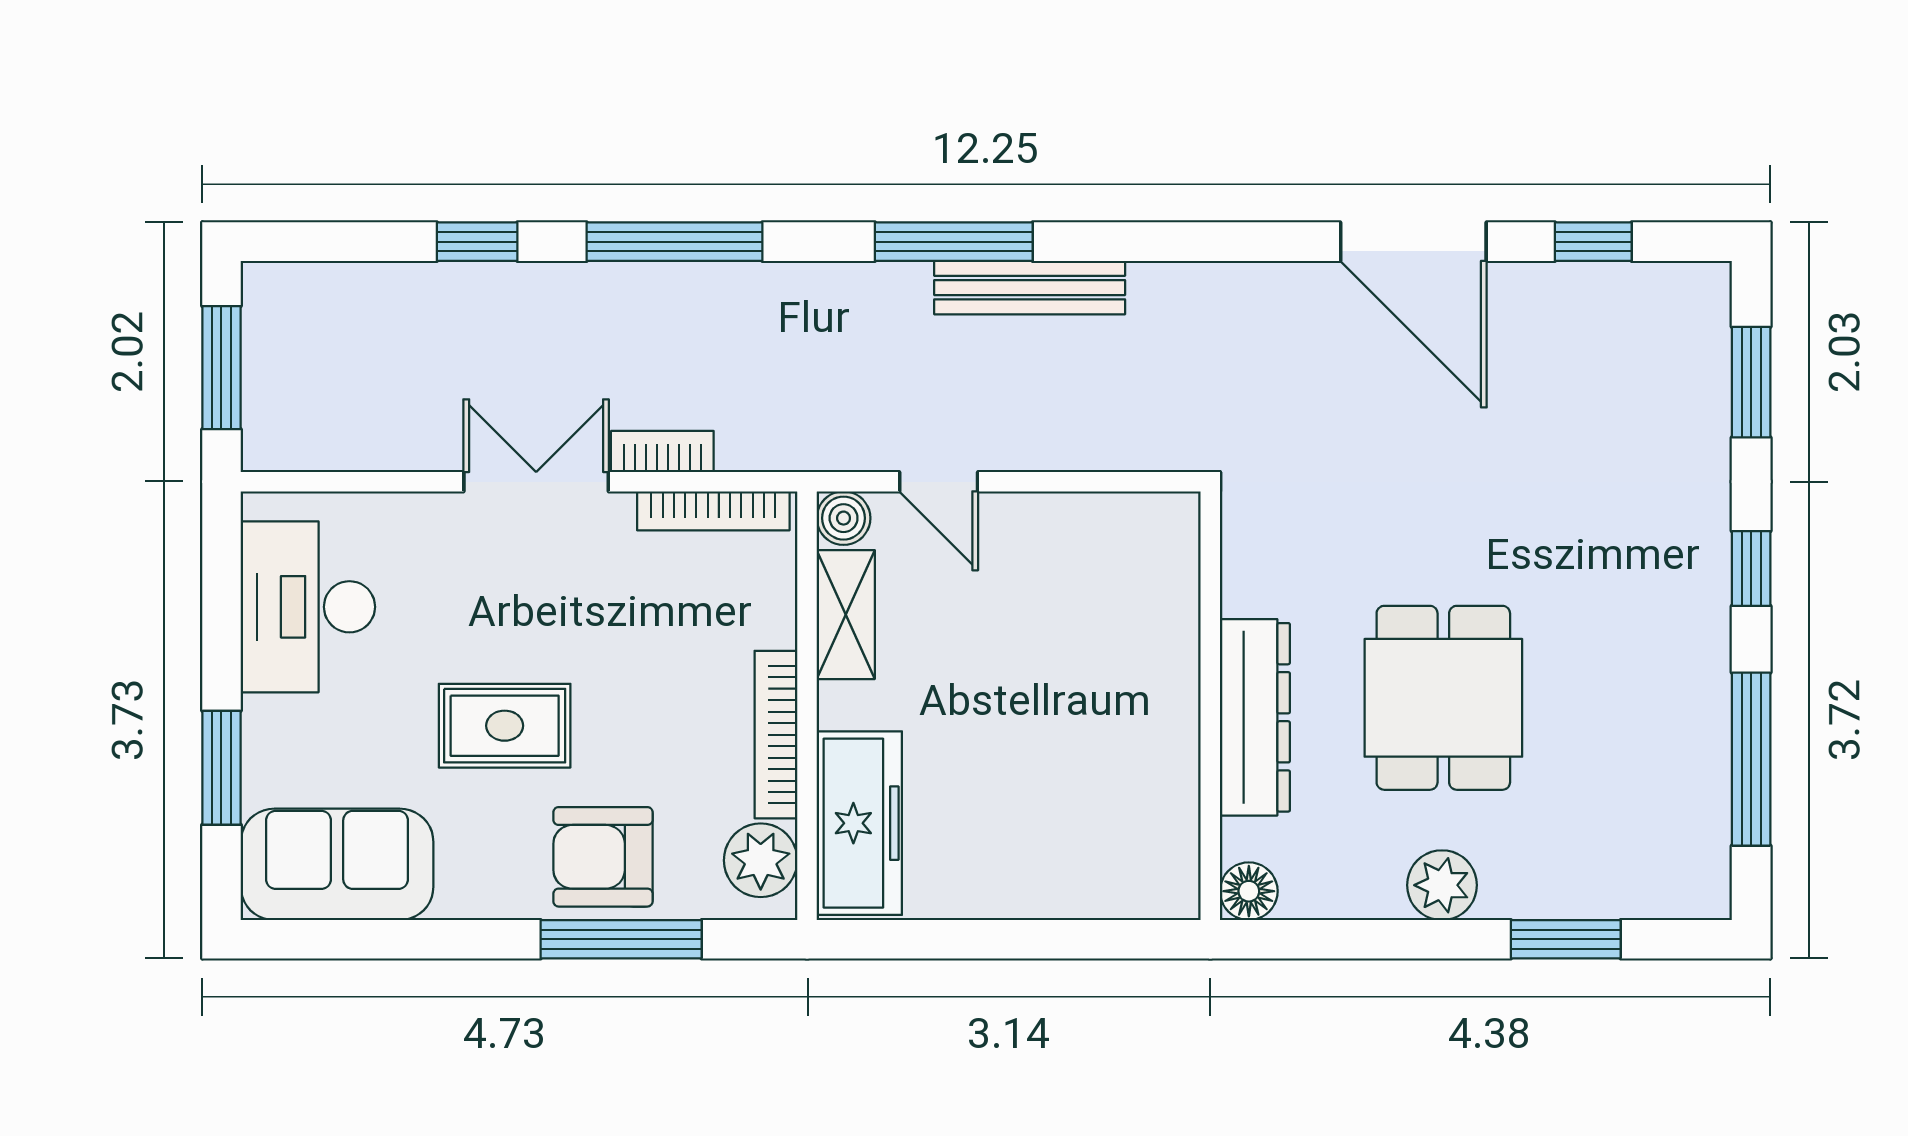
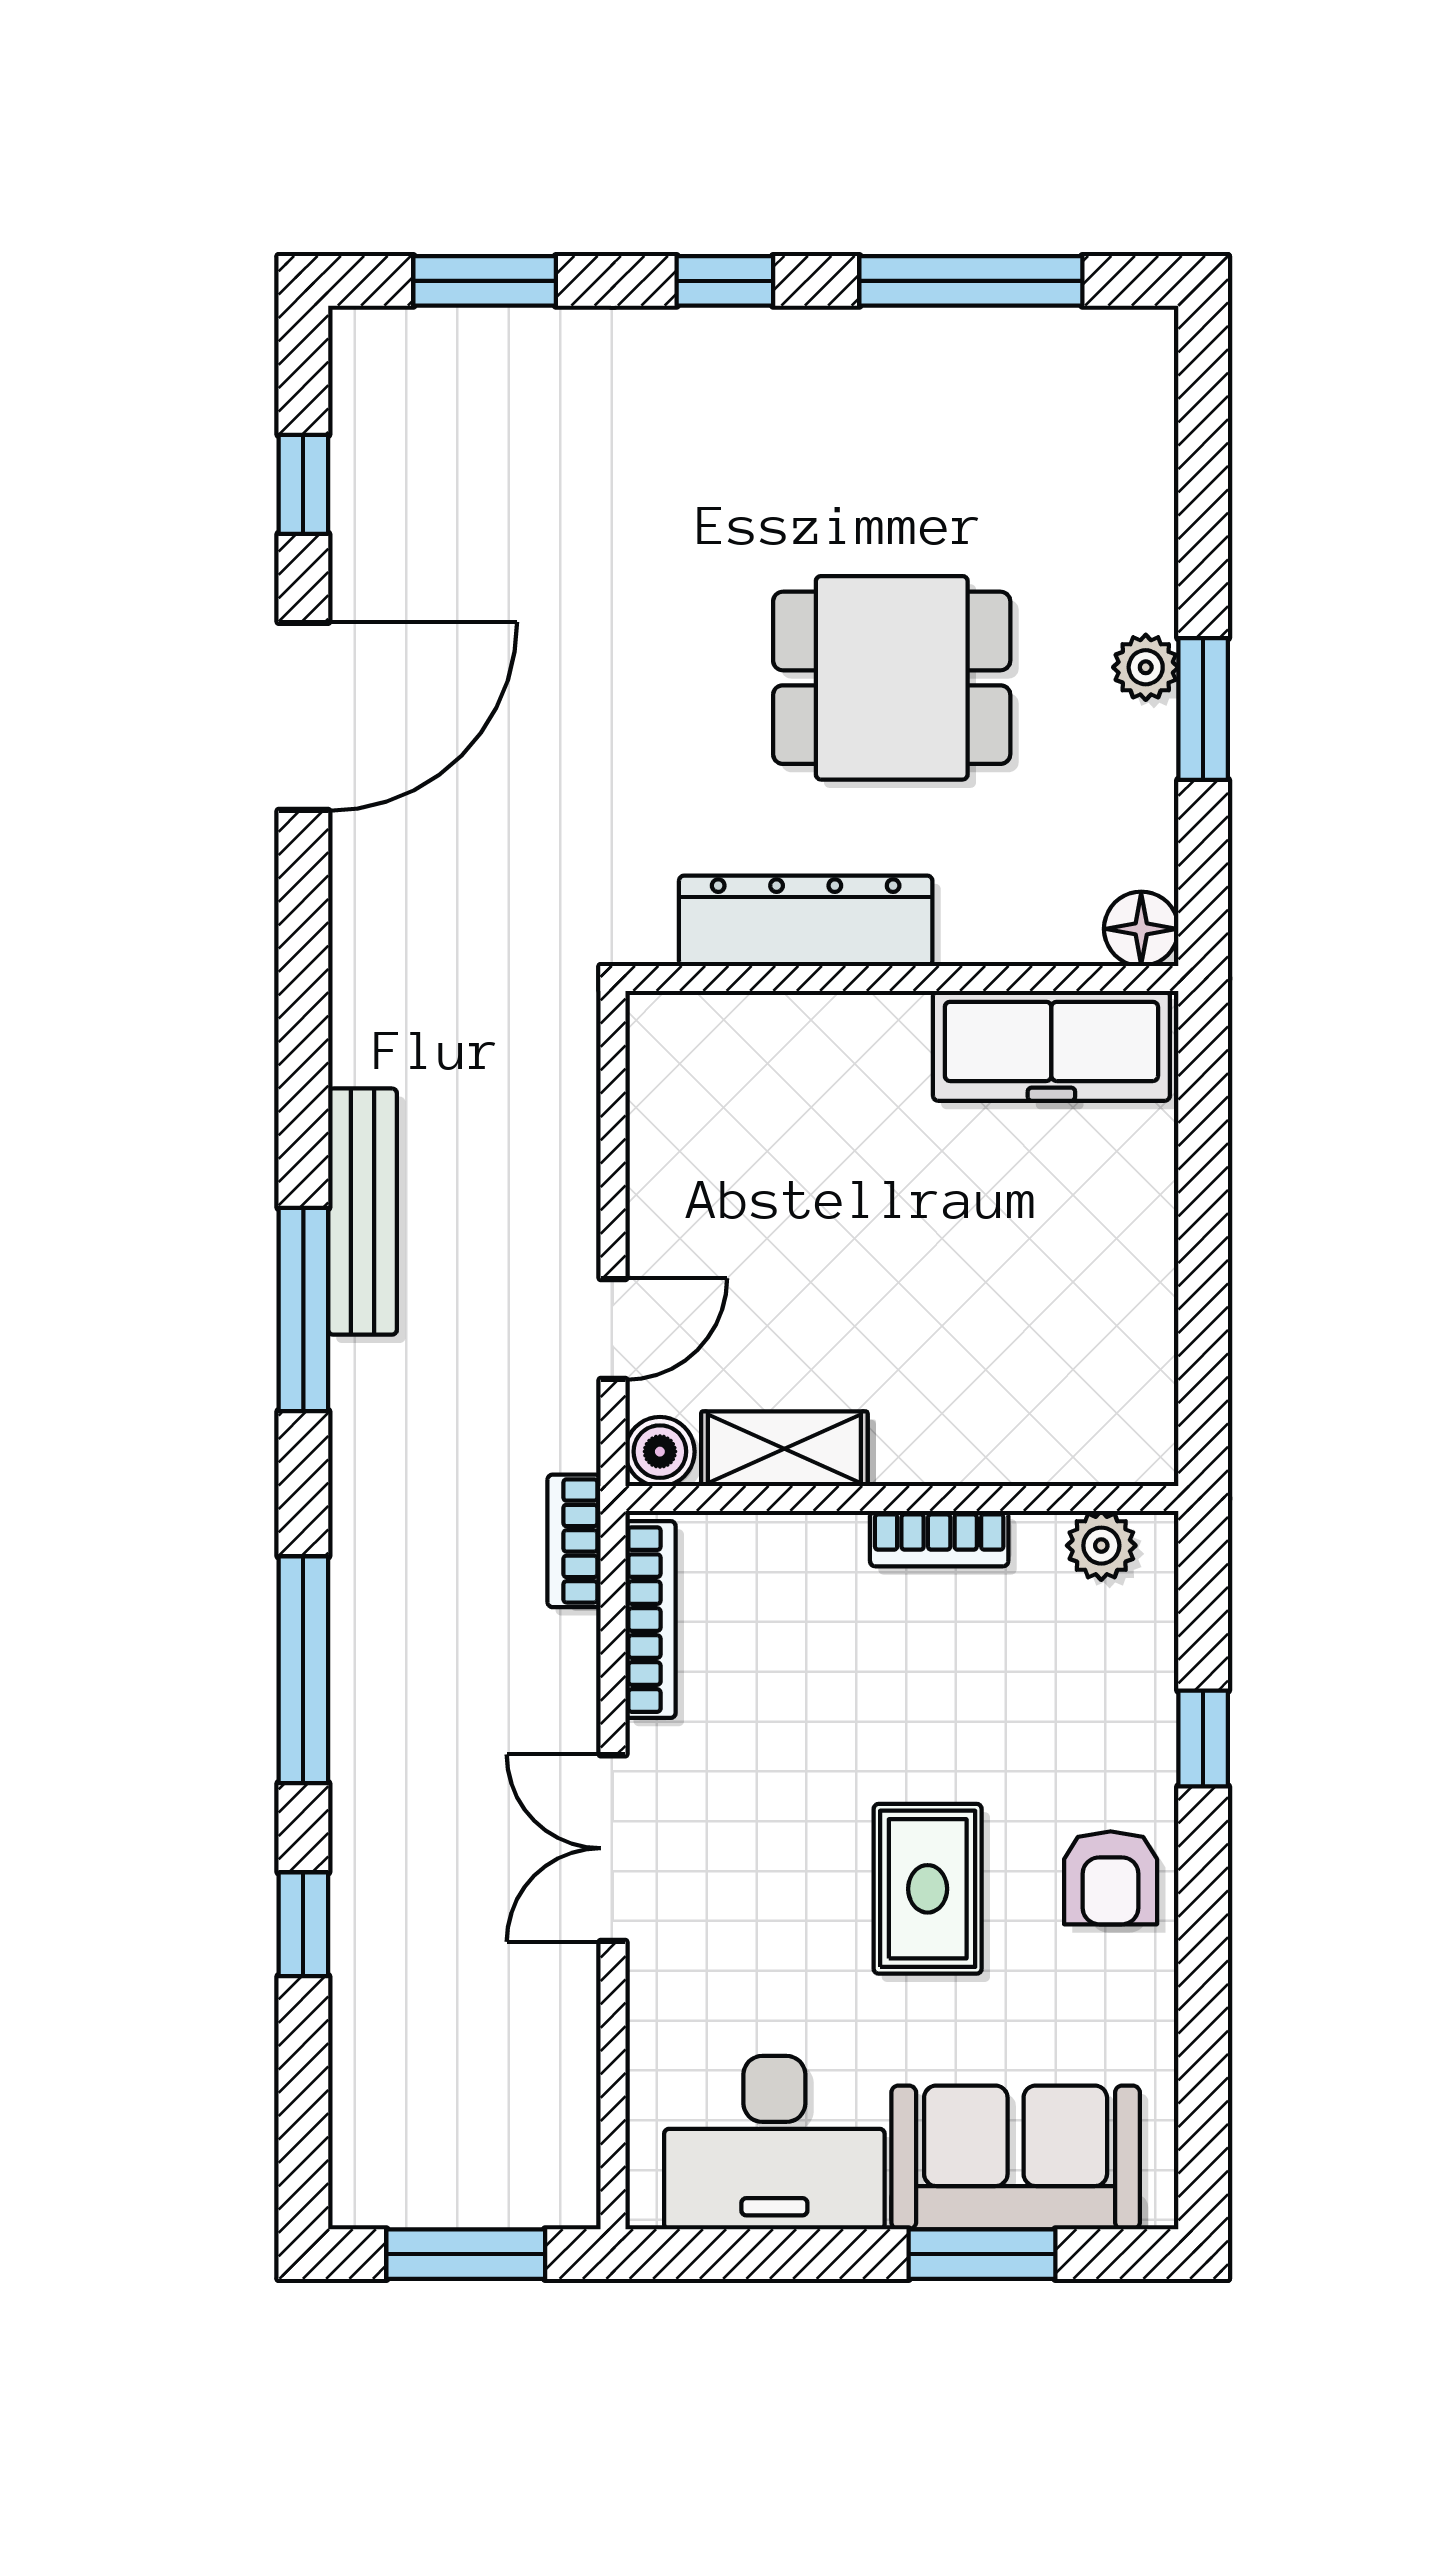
bookcase: (662, 452) -> (574, 1541), moved
dresser: (1255, 717) -> (806, 921), moved
bookcase: (776, 735) -> (939, 1539), width x0.64
freezer: (859, 823) -> (1051, 1046), moved, turned 180
armchair: (603, 857) -> (1111, 1878), moved, width x0.72, depth x0.72
plant: (761, 860) -> (1101, 1546), width x0.73, depth x0.73
sofa: (337, 864) -> (1016, 2157), moved, turned 90
plant: (1442, 885) -> (1146, 667), width x0.73, depth x0.73
window: (621, 939) -> (1203, 1738), width x0.46
window: (1566, 939) -> (1203, 709), moved

